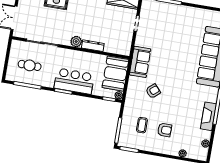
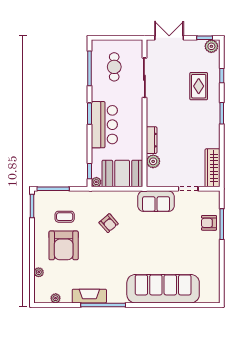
armchair: (166, 11) -> (209, 223), added
plant: (76, 42) -> (153, 161), moved
sofa: (140, 62) -> (156, 201), moved
armchair: (165, 130) -> (64, 245), width x1.88, depth x1.88

